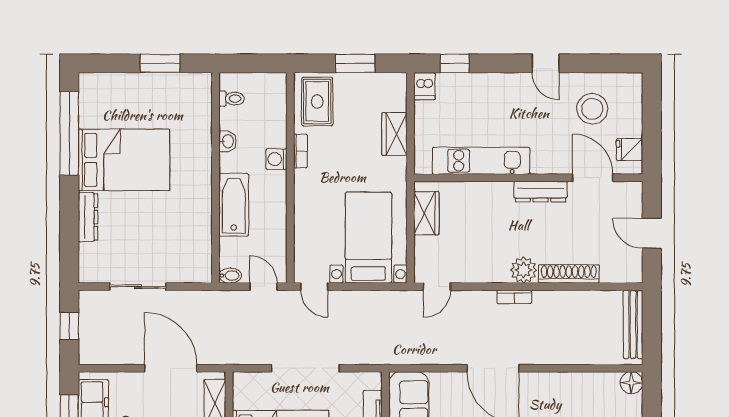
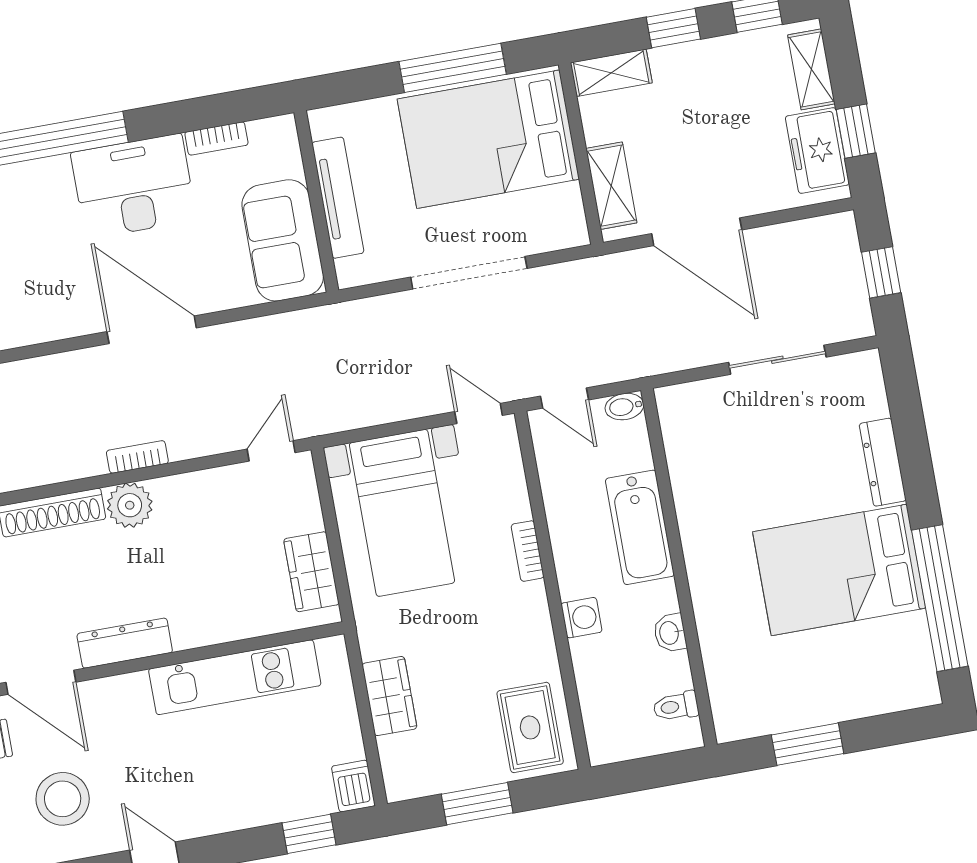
bookcase: (300, 151) -> (528, 551), moved

